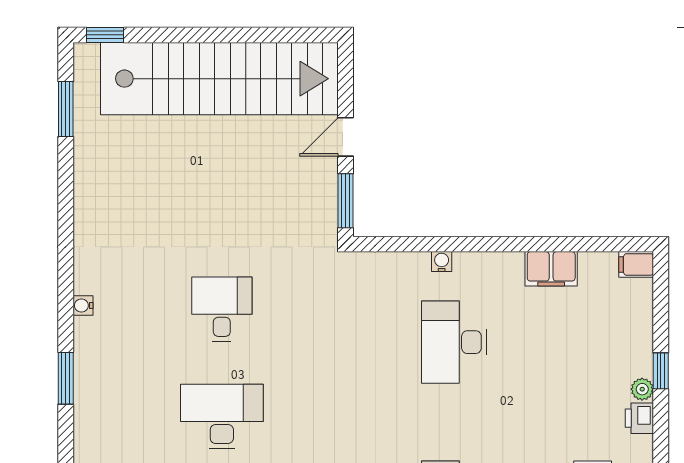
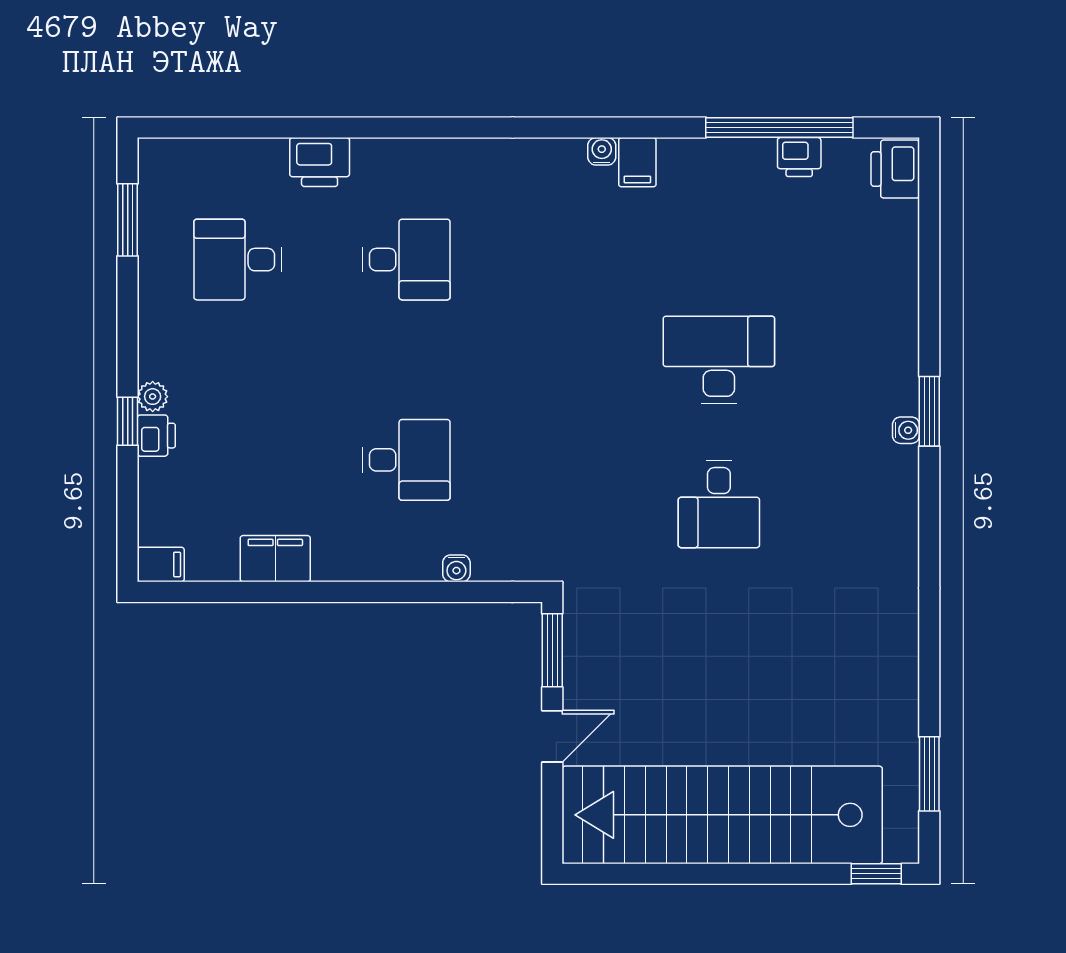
water cooler: (442, 262) -> (456, 568), moved
water cooler: (83, 305) -> (906, 430), moved
desk: (454, 342) -> (406, 460), width x0.73
desk: (222, 416) -> (719, 360), turned 180
printer: (639, 418) -> (156, 436), moved

